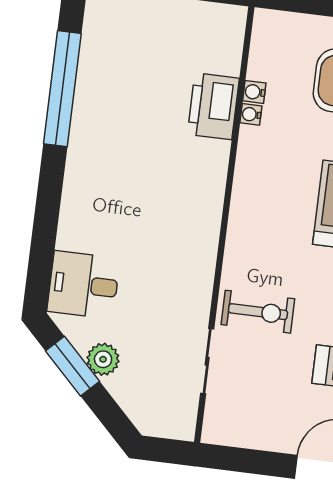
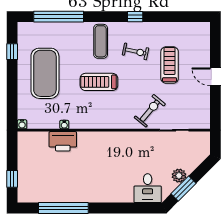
water cooler: (254, 92) -> (22, 124), moved
exercise bike: (258, 312) -> (150, 111), turned 40

